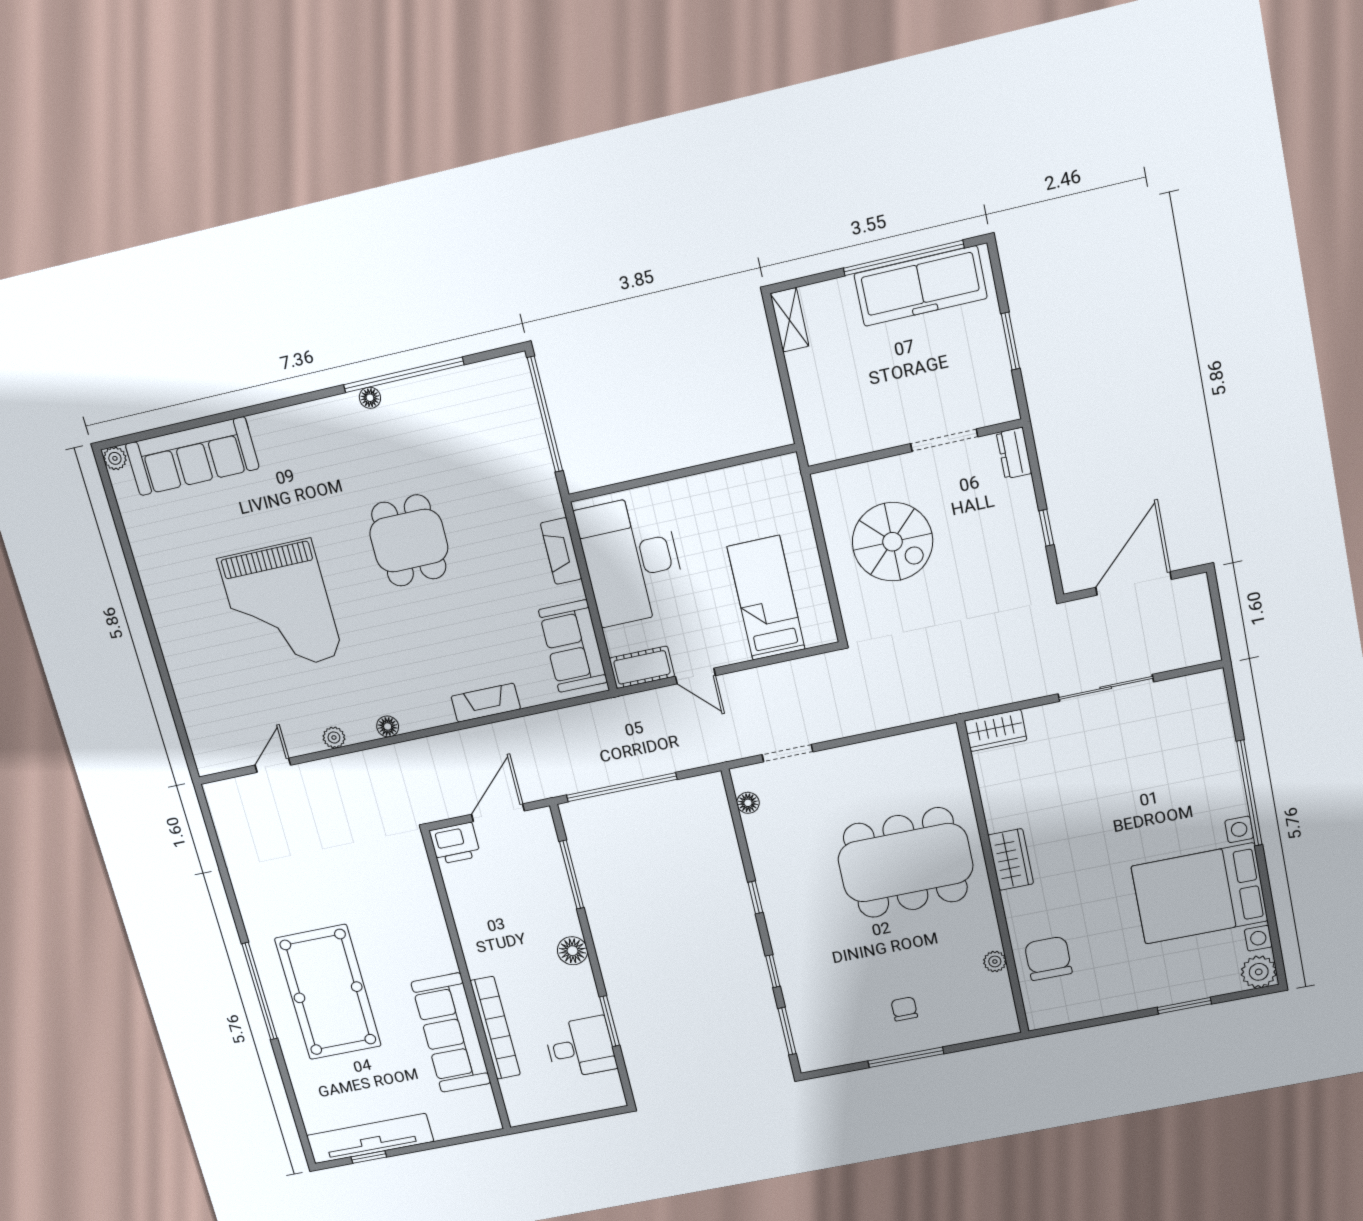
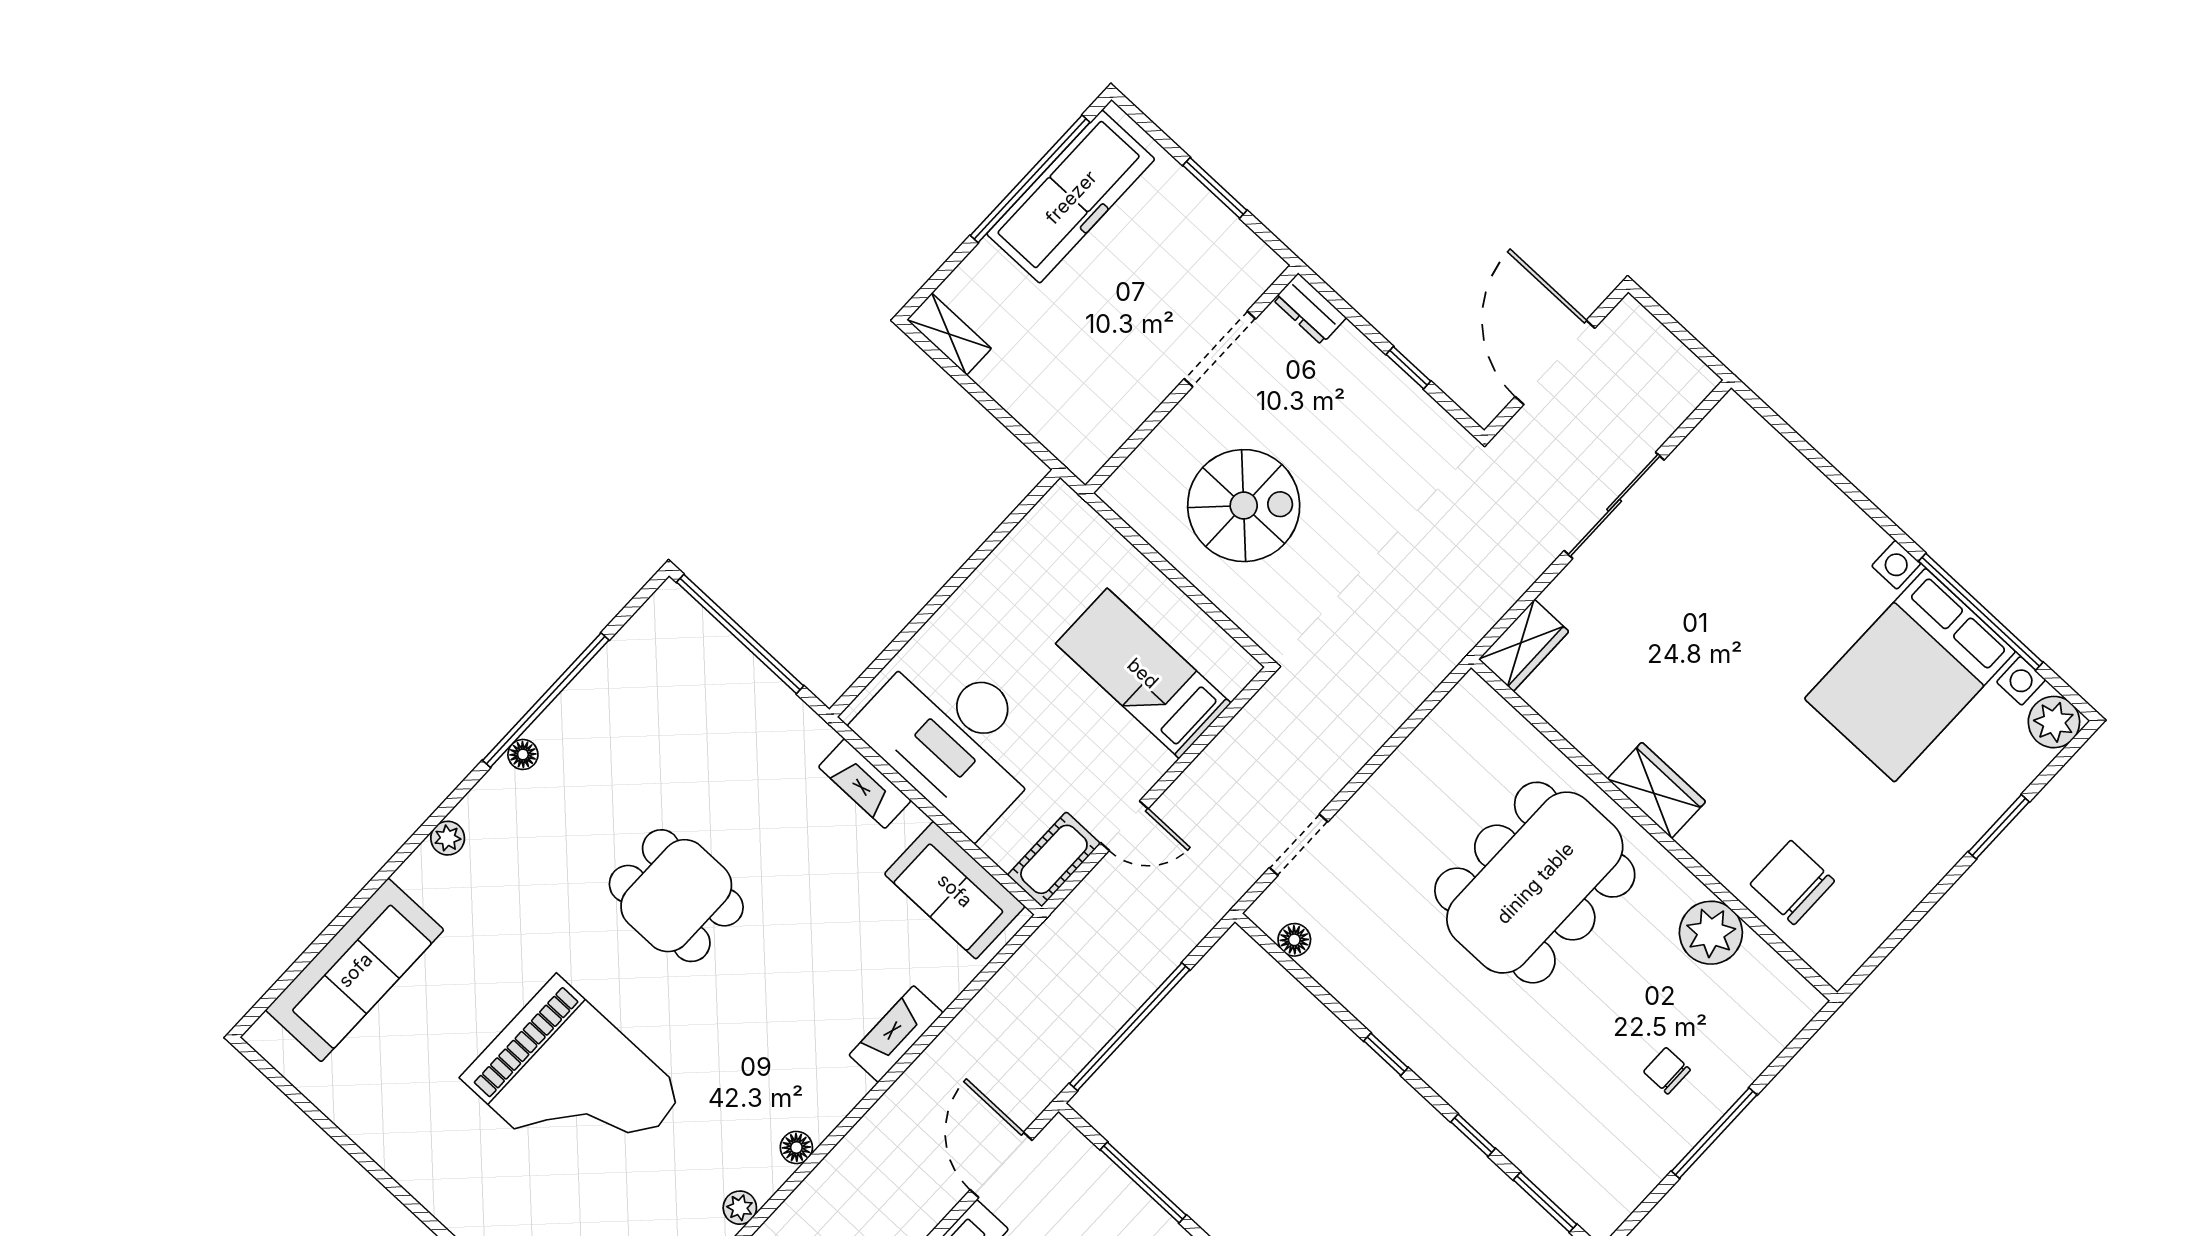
plant: (115, 458) -> (448, 838), moved
window: (1249, 793) -> (1981, 612), moved
plant: (995, 962) -> (1711, 933), width x1.88, depth x1.88

